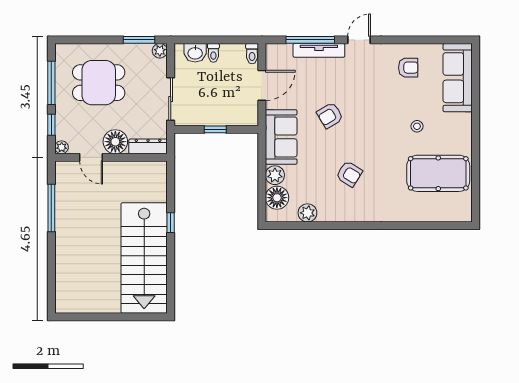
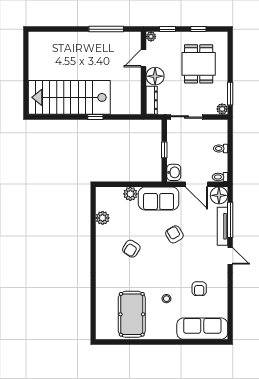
washbasin: (195, 53) -> (174, 172), moved, turned 180
armchair: (408, 68) -> (199, 289), moved
window: (51, 83) -> (198, 29), width x0.46
floor lamp: (277, 198) -> (219, 195), moved

